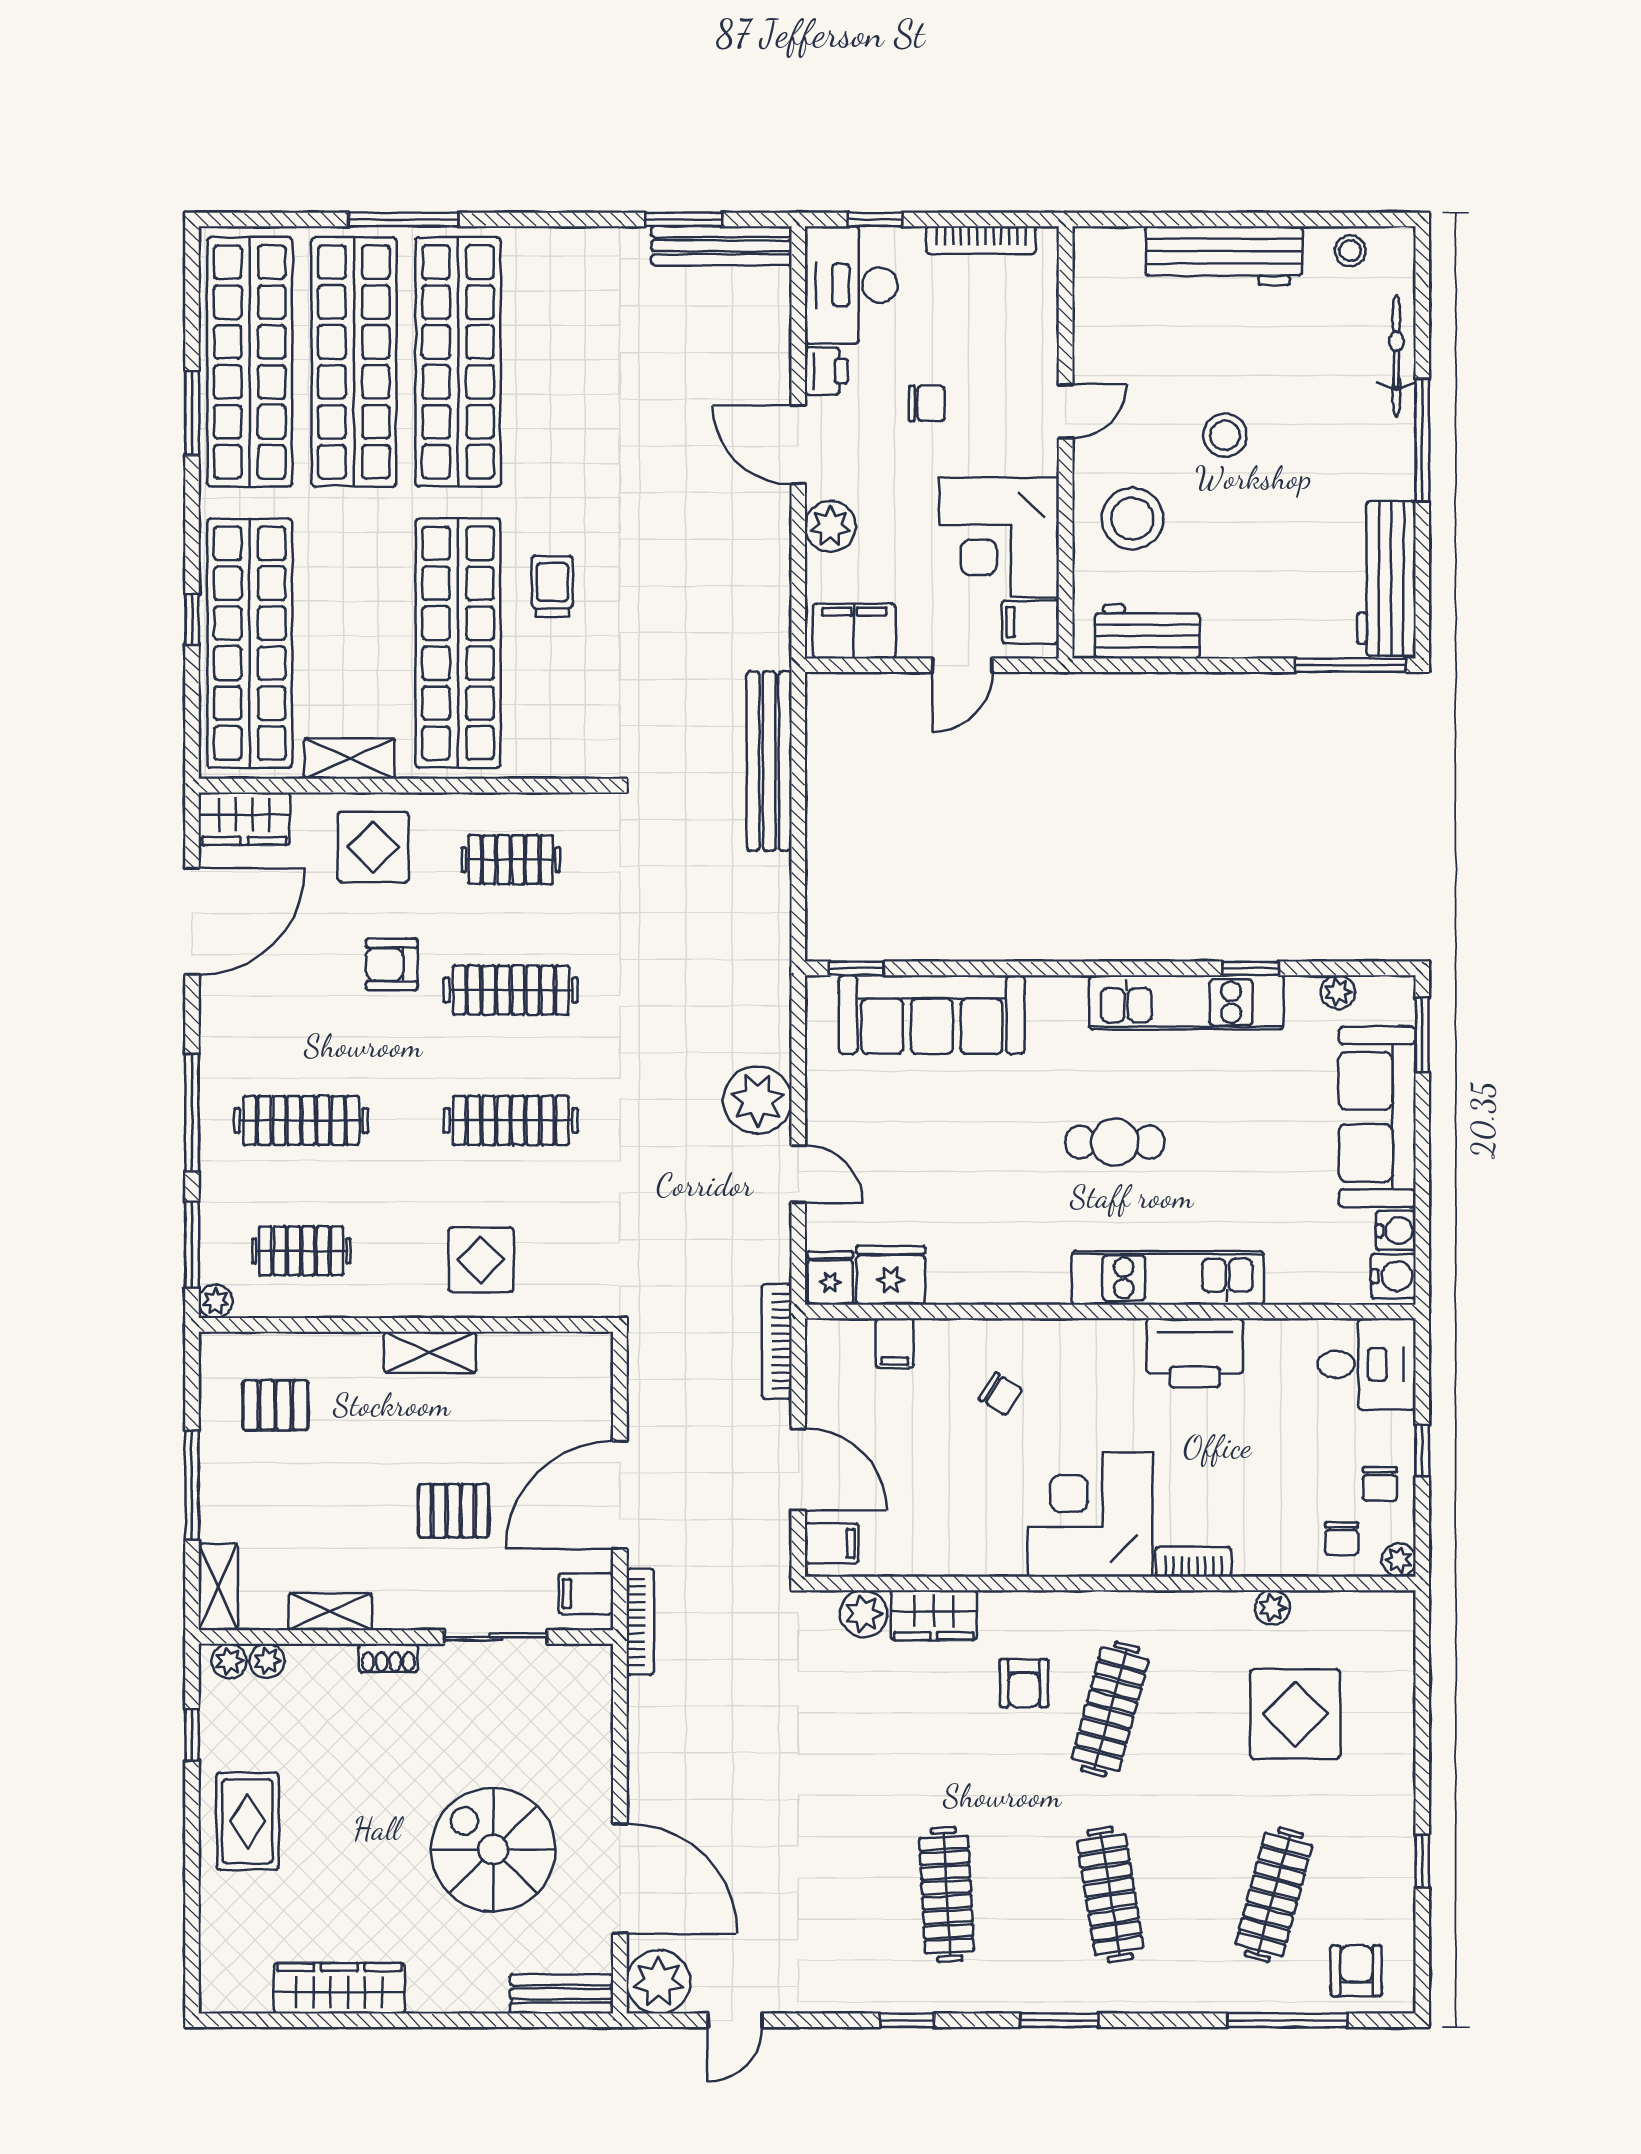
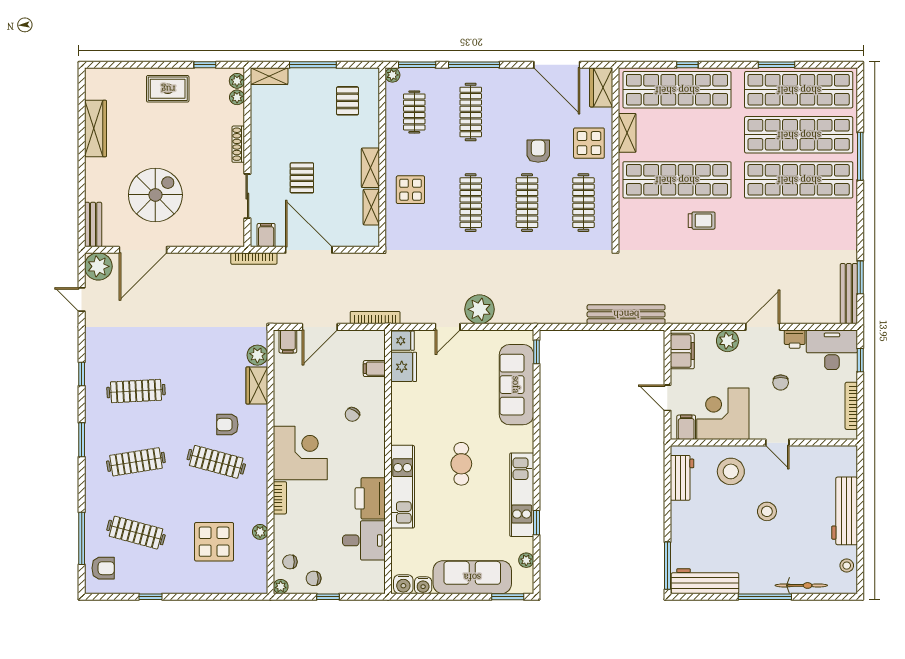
clothes rail: (511, 860) -> (583, 203), width x1.36
desk: (1366, 1364) -> (364, 540), moved, turned -90
shelving: (330, 1612) -> (371, 207), moved
shoe rack: (388, 1658) -> (238, 144), width x1.43

